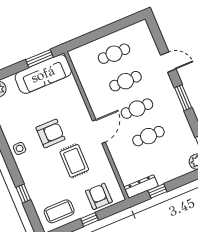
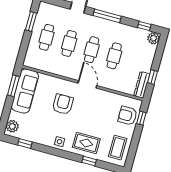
window: (118, 26) -> (31, 22), added
window: (183, 98) -> (107, 16), width x1.44
armchair: (50, 133) -> (63, 104), moved
rug: (74, 161) -> (86, 143), moved
window: (89, 219) -> (141, 118), moved

